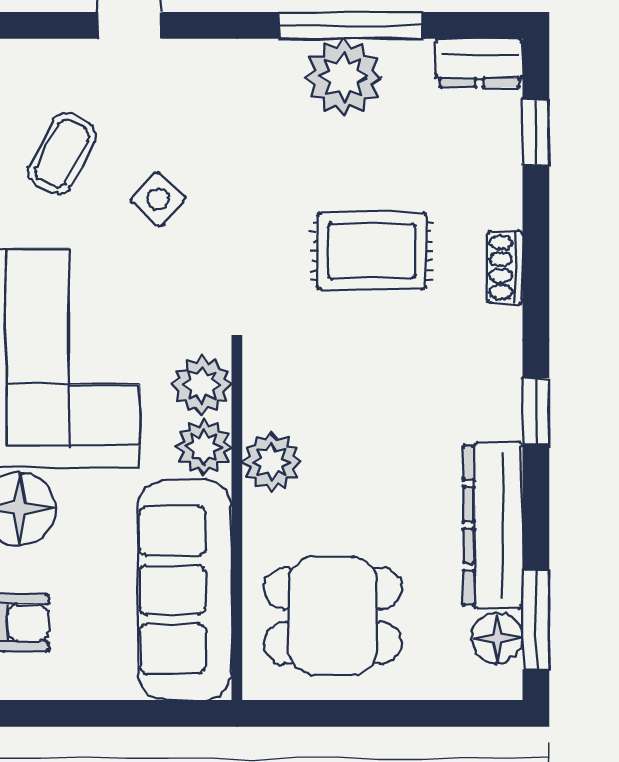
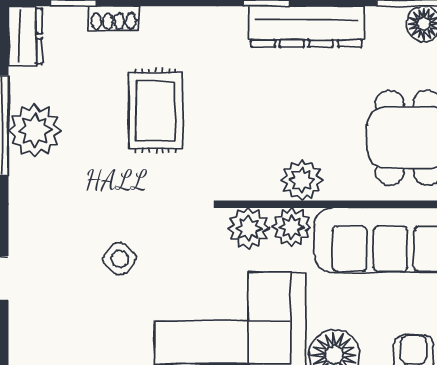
coffee table: (62, 153) -> (88, 326), removed
shoe rack: (505, 267) -> (114, 18), moved
dresser: (493, 525) -> (306, 27), moved

